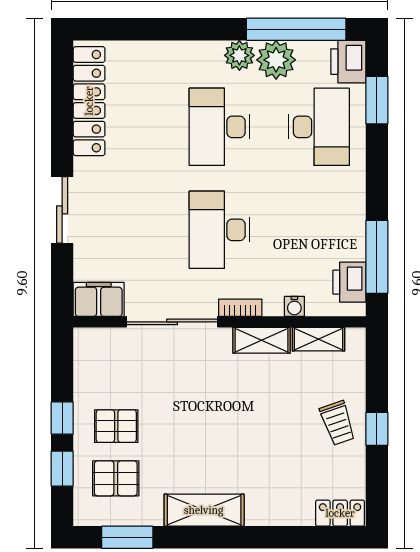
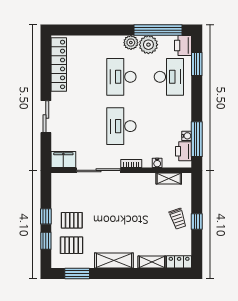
water cooler: (356, 250) -> (187, 136), added
shelving: (262, 340) -> (152, 262), moved

